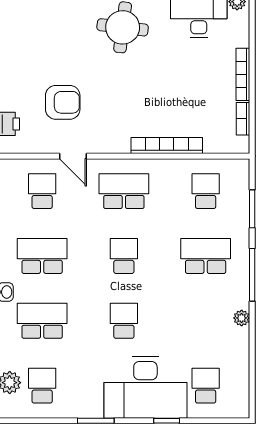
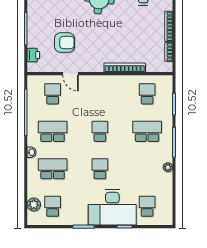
school desk: (124, 191) -> (100, 94), removed

